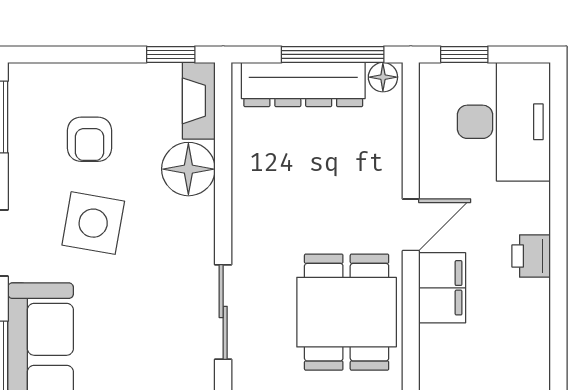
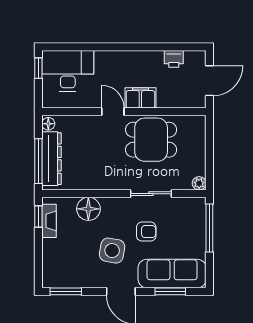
window: (333, 54) -> (38, 161), moved
window: (464, 54) -> (38, 68), moved
fireplace: (199, 101) -> (49, 221), moved, turned -90
armchair: (90, 139) -> (146, 232), moved
printer: (531, 256) -> (174, 59), moved

